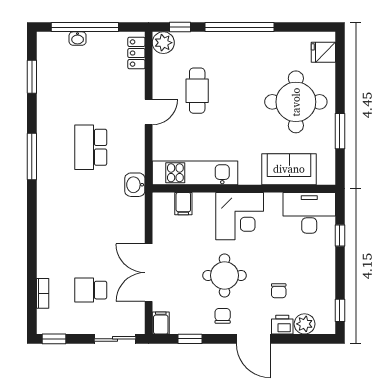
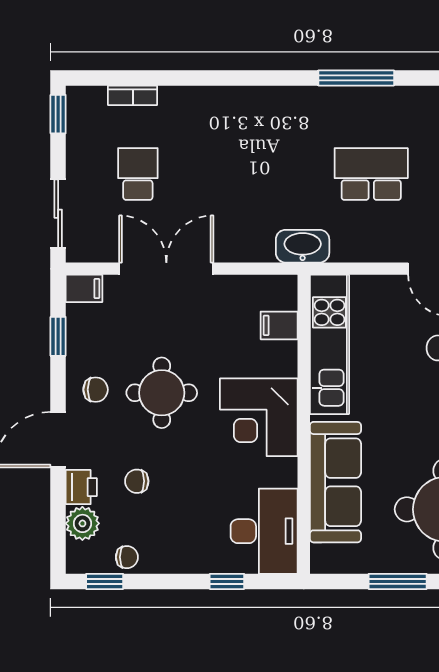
sofa: (289, 169) -> (335, 482), width x1.36
washbasin: (135, 185) -> (303, 246), width x1.38
chair: (325, 297) -> (127, 557), added

